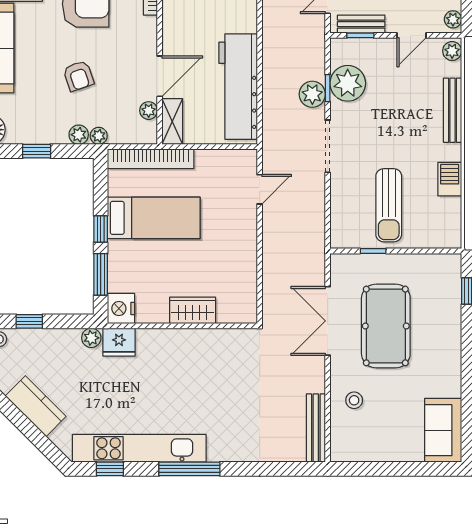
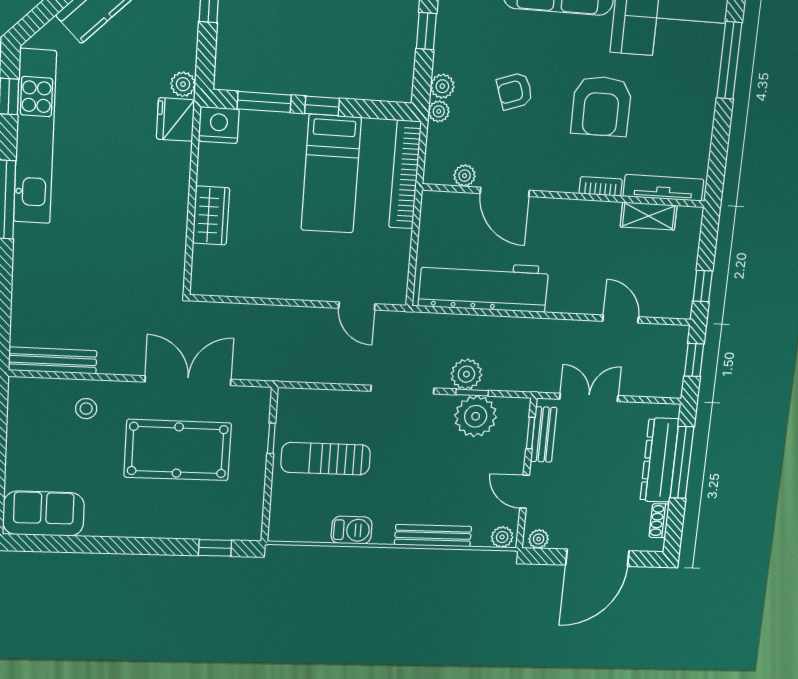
shelving: (172, 121) -> (449, 204), removed

